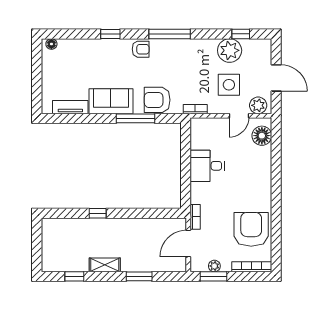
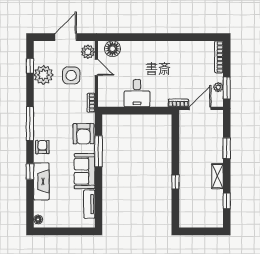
fireplace: (98, 48) -> (41, 181), added
armchair: (251, 229) -> (188, 57), removed
door: (188, 244) -> (200, 108), swing flipped

